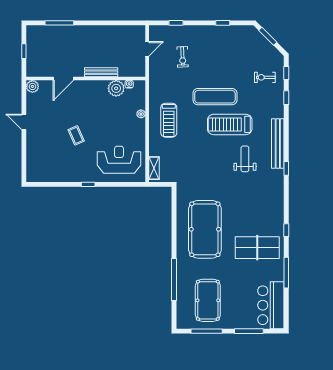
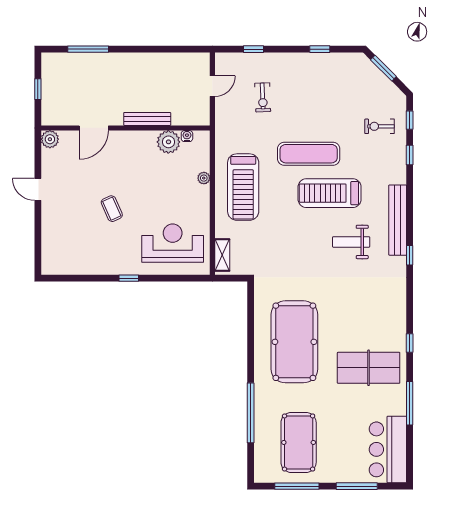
treadmill: (169, 120) -> (243, 187), width x1.37, depth x1.38
weight bench: (245, 159) -> (351, 242), turned -90

